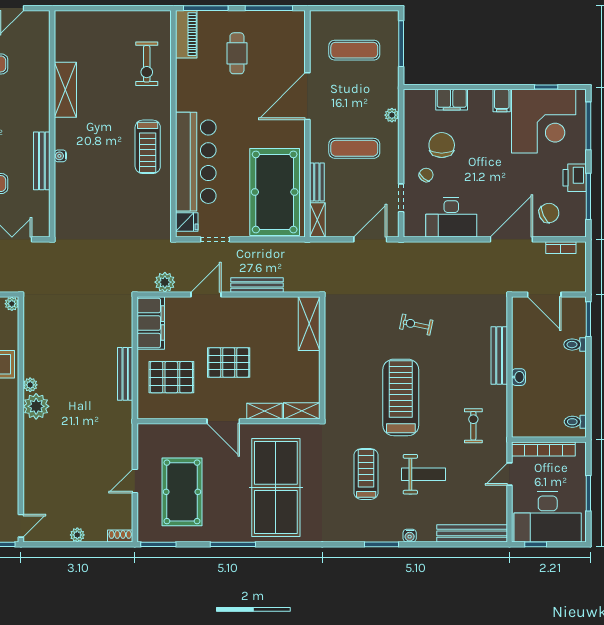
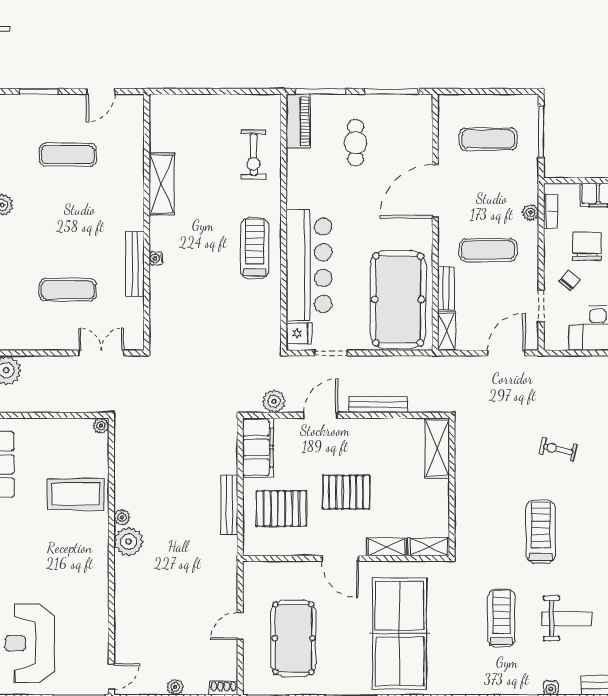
bookcase: (409, 114) -> (550, 211), added
treadmill: (148, 147) -> (255, 248), turned 180
treadmill: (401, 397) -> (541, 532), width x0.73, depth x0.73

